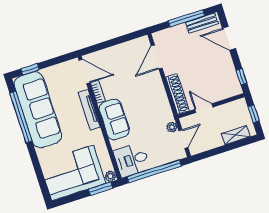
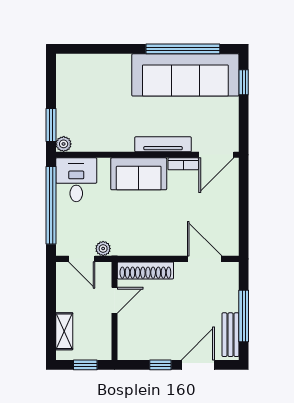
window: (242, 77) -> (160, 365), moved
corner sofa: (73, 173) -> (85, 94), removed

